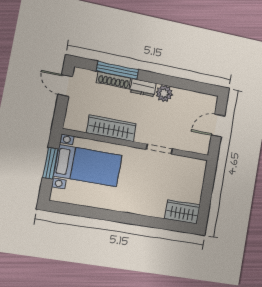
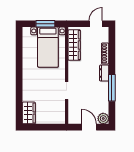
window: (117, 70) -> (112, 88), moved
plant: (164, 93) -> (103, 118), moved
wardrobe: (111, 128) -> (74, 45), moved

